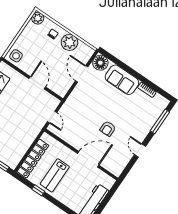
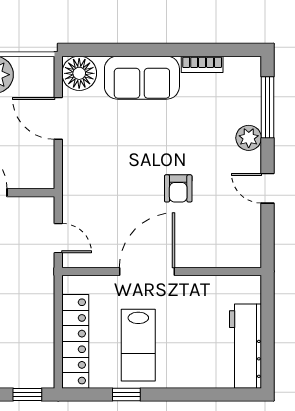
plant: (146, 128) -> (249, 138), added
door: (88, 159) -> (147, 271), moved

